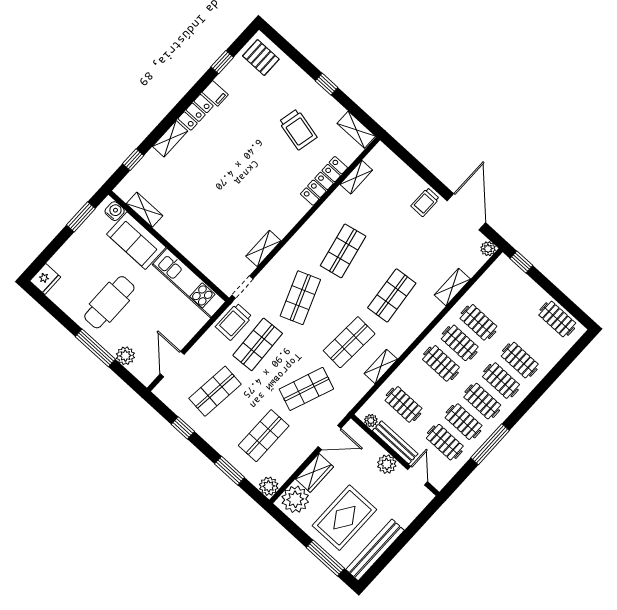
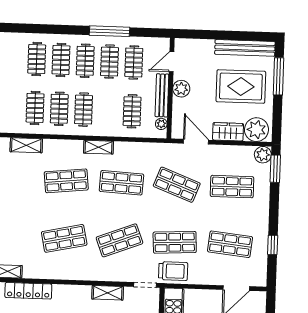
shelving: (381, 366) -> (99, 147), moved
window: (230, 471) -> (275, 169), moved

